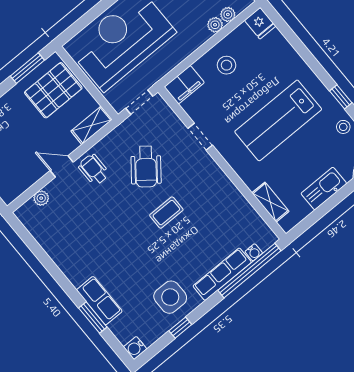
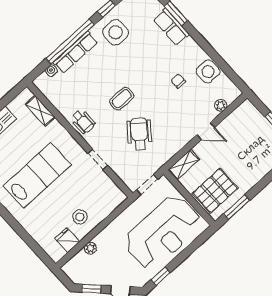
plant: (228, 14) -> (81, 257), removed
fridge: (260, 23) -> (67, 240), moved
filing cabinet: (184, 85) -> (112, 200), removed
wheelchair: (94, 170) -> (83, 122), moved
chair: (94, 232) -> (178, 81), added
side table: (55, 242) -> (208, 72), added
window: (249, 271) -> (70, 42), moved

